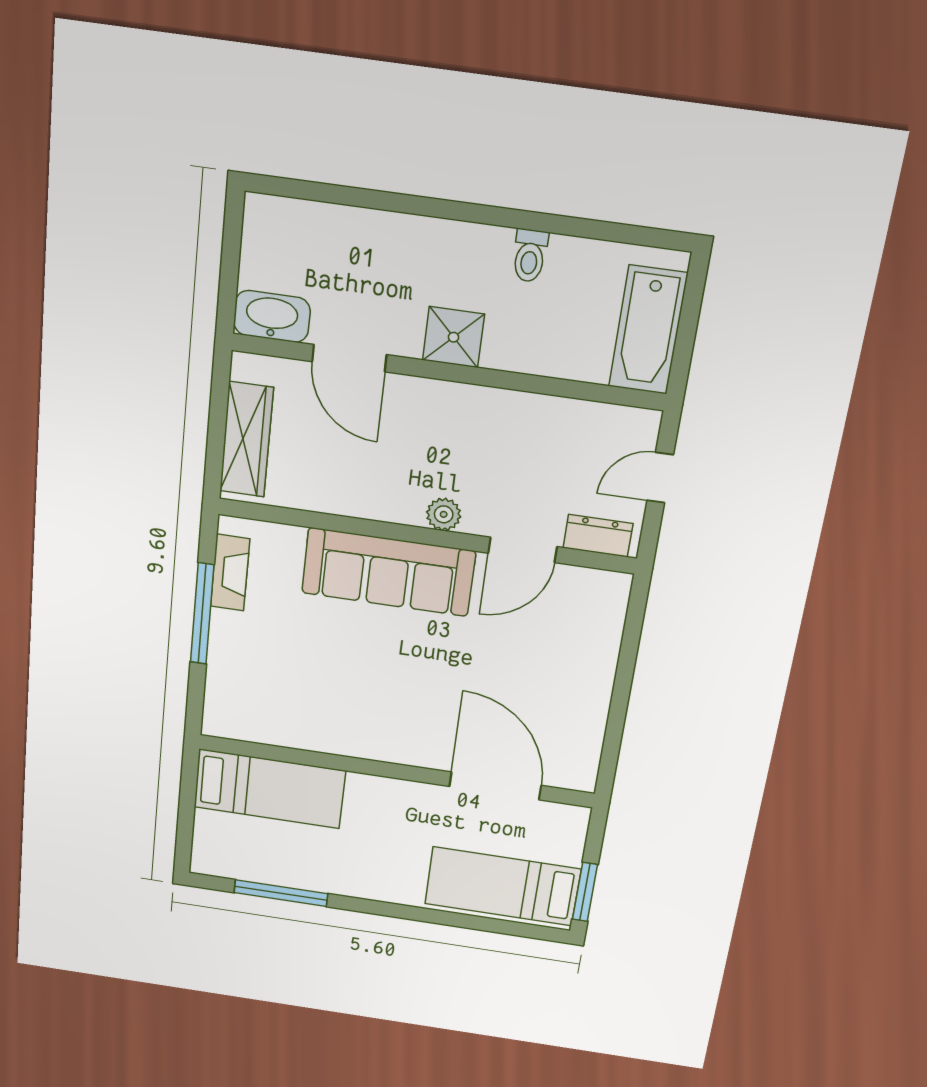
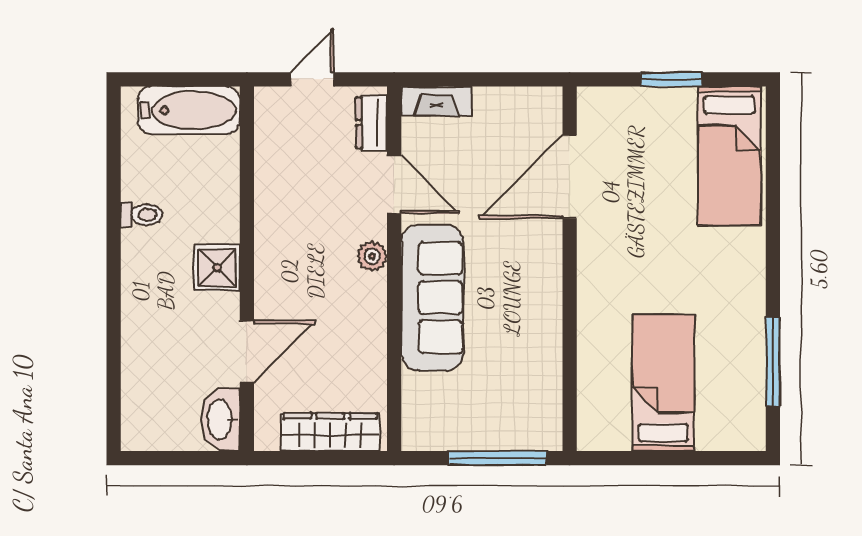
door: (660, 478) -> (312, 79), swing flipped
fireplace: (230, 573) -> (436, 101), moved, turned 180
wall: (396, 771) -> (570, 269), moved
door: (495, 786) -> (570, 177), moved
window: (585, 892) -> (671, 79), moved

